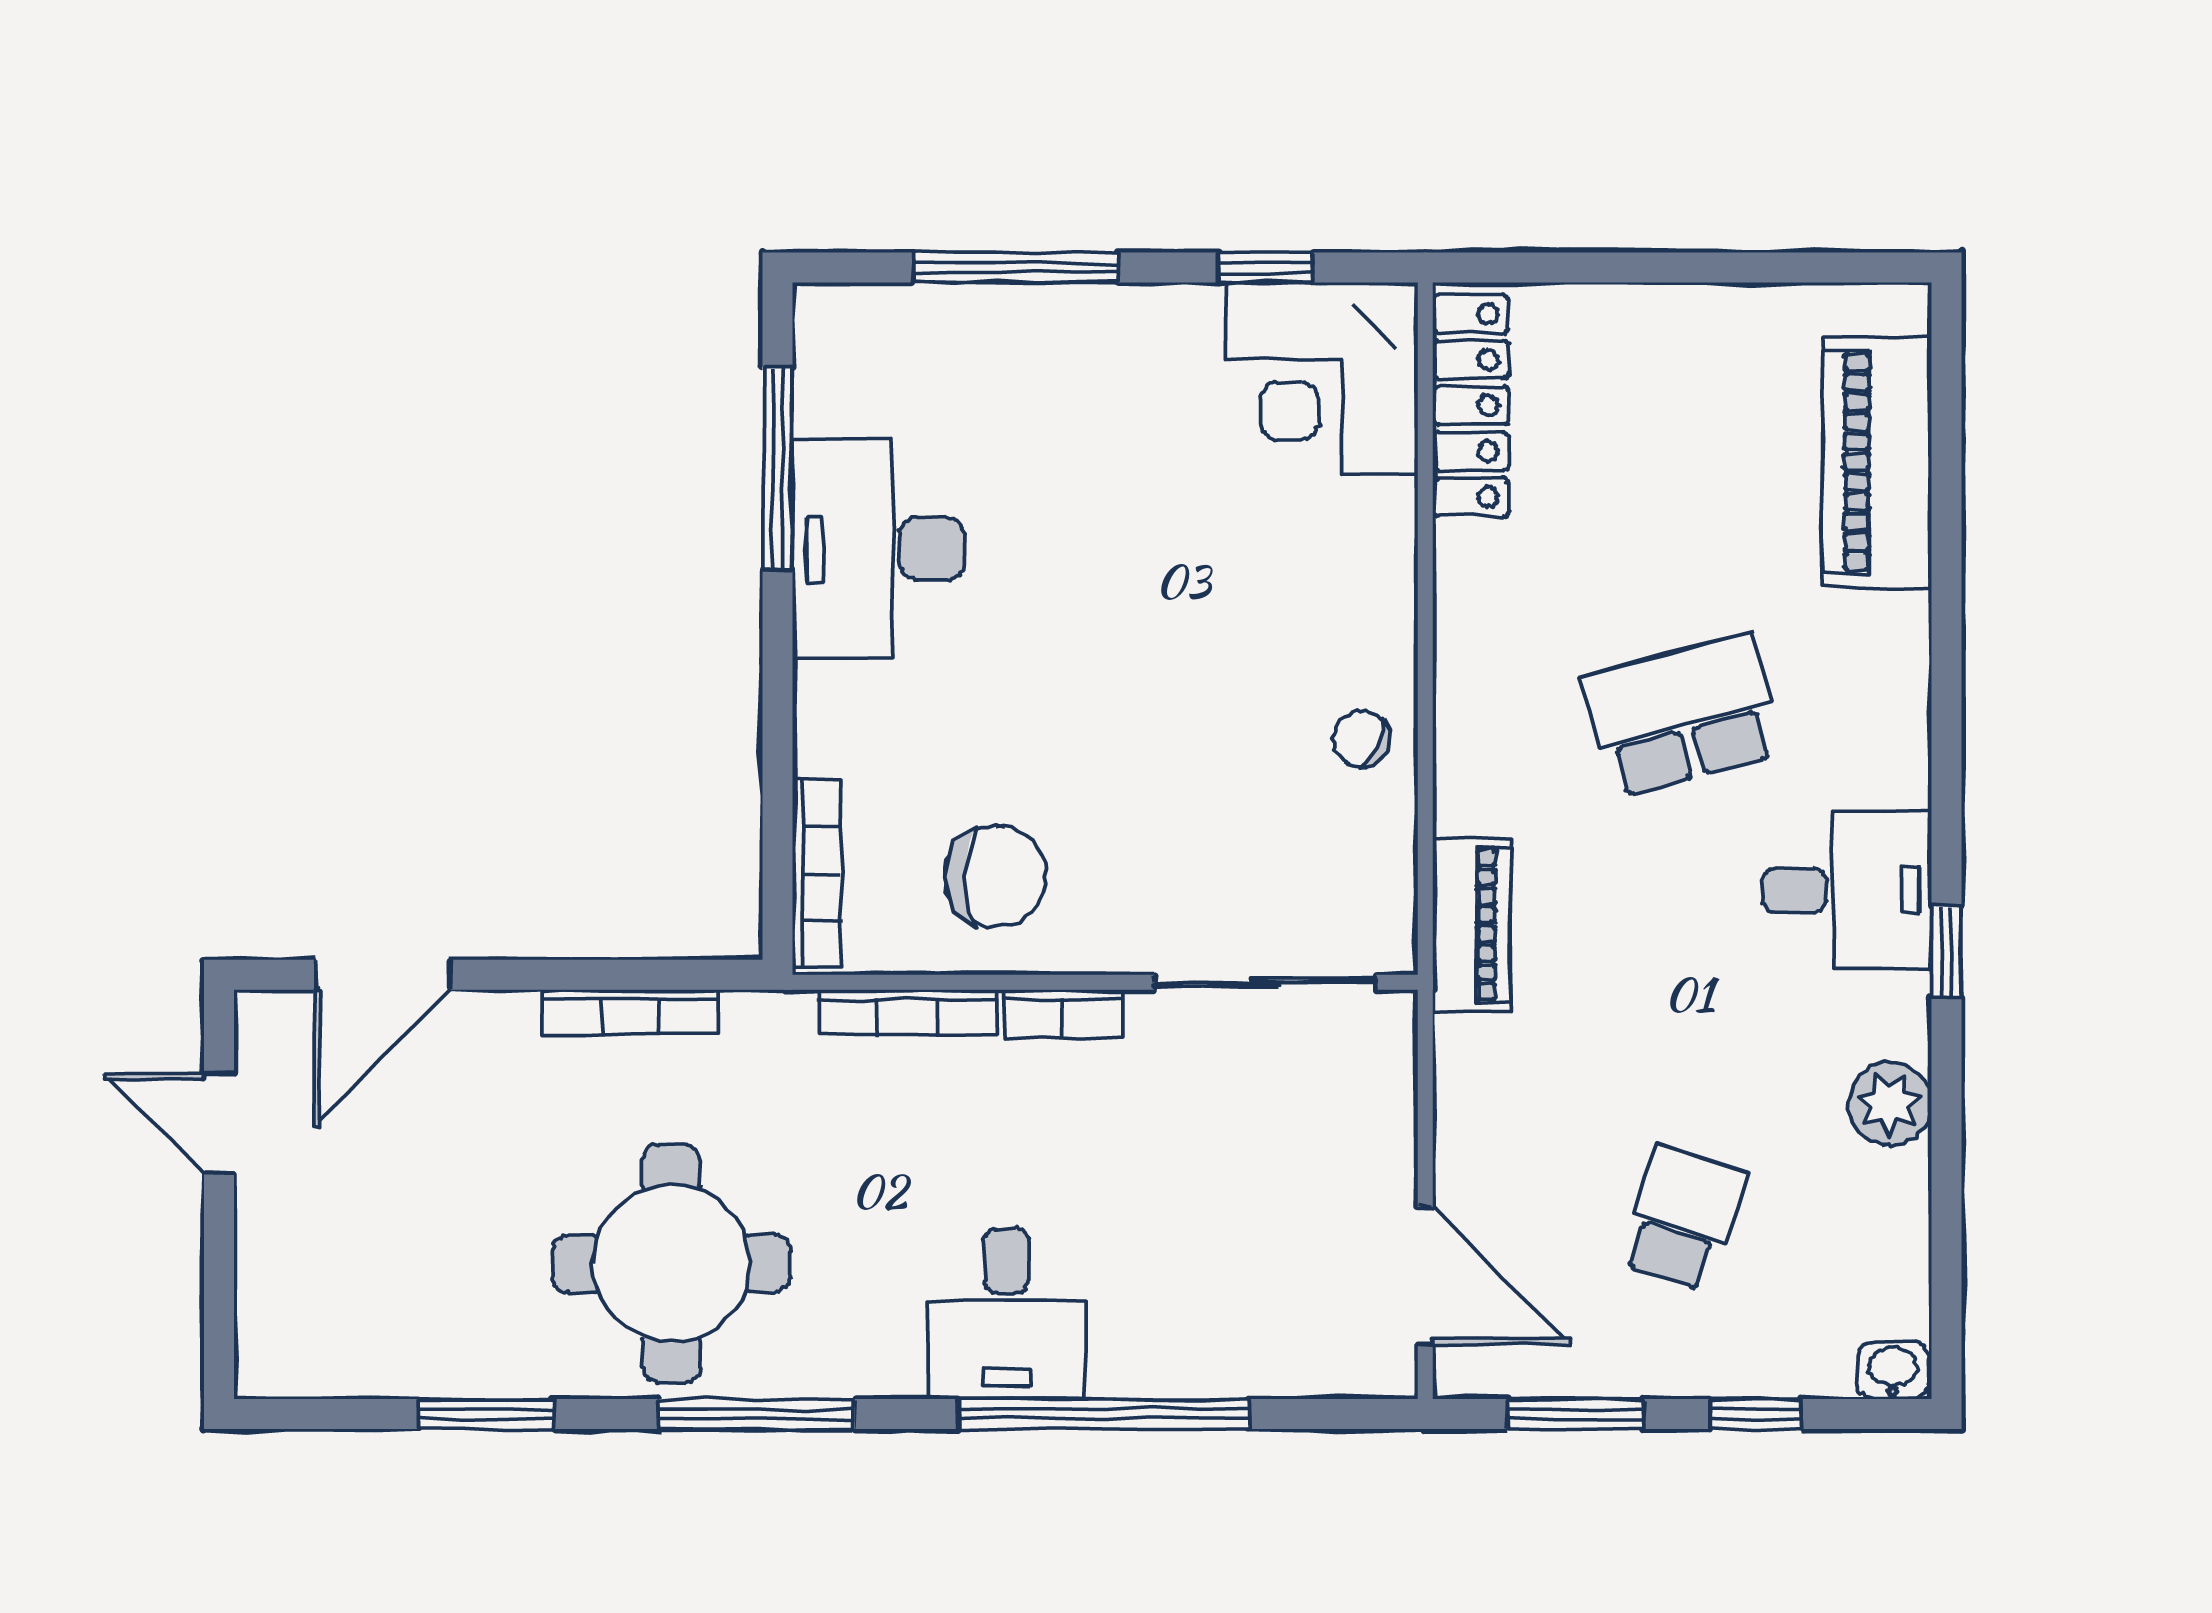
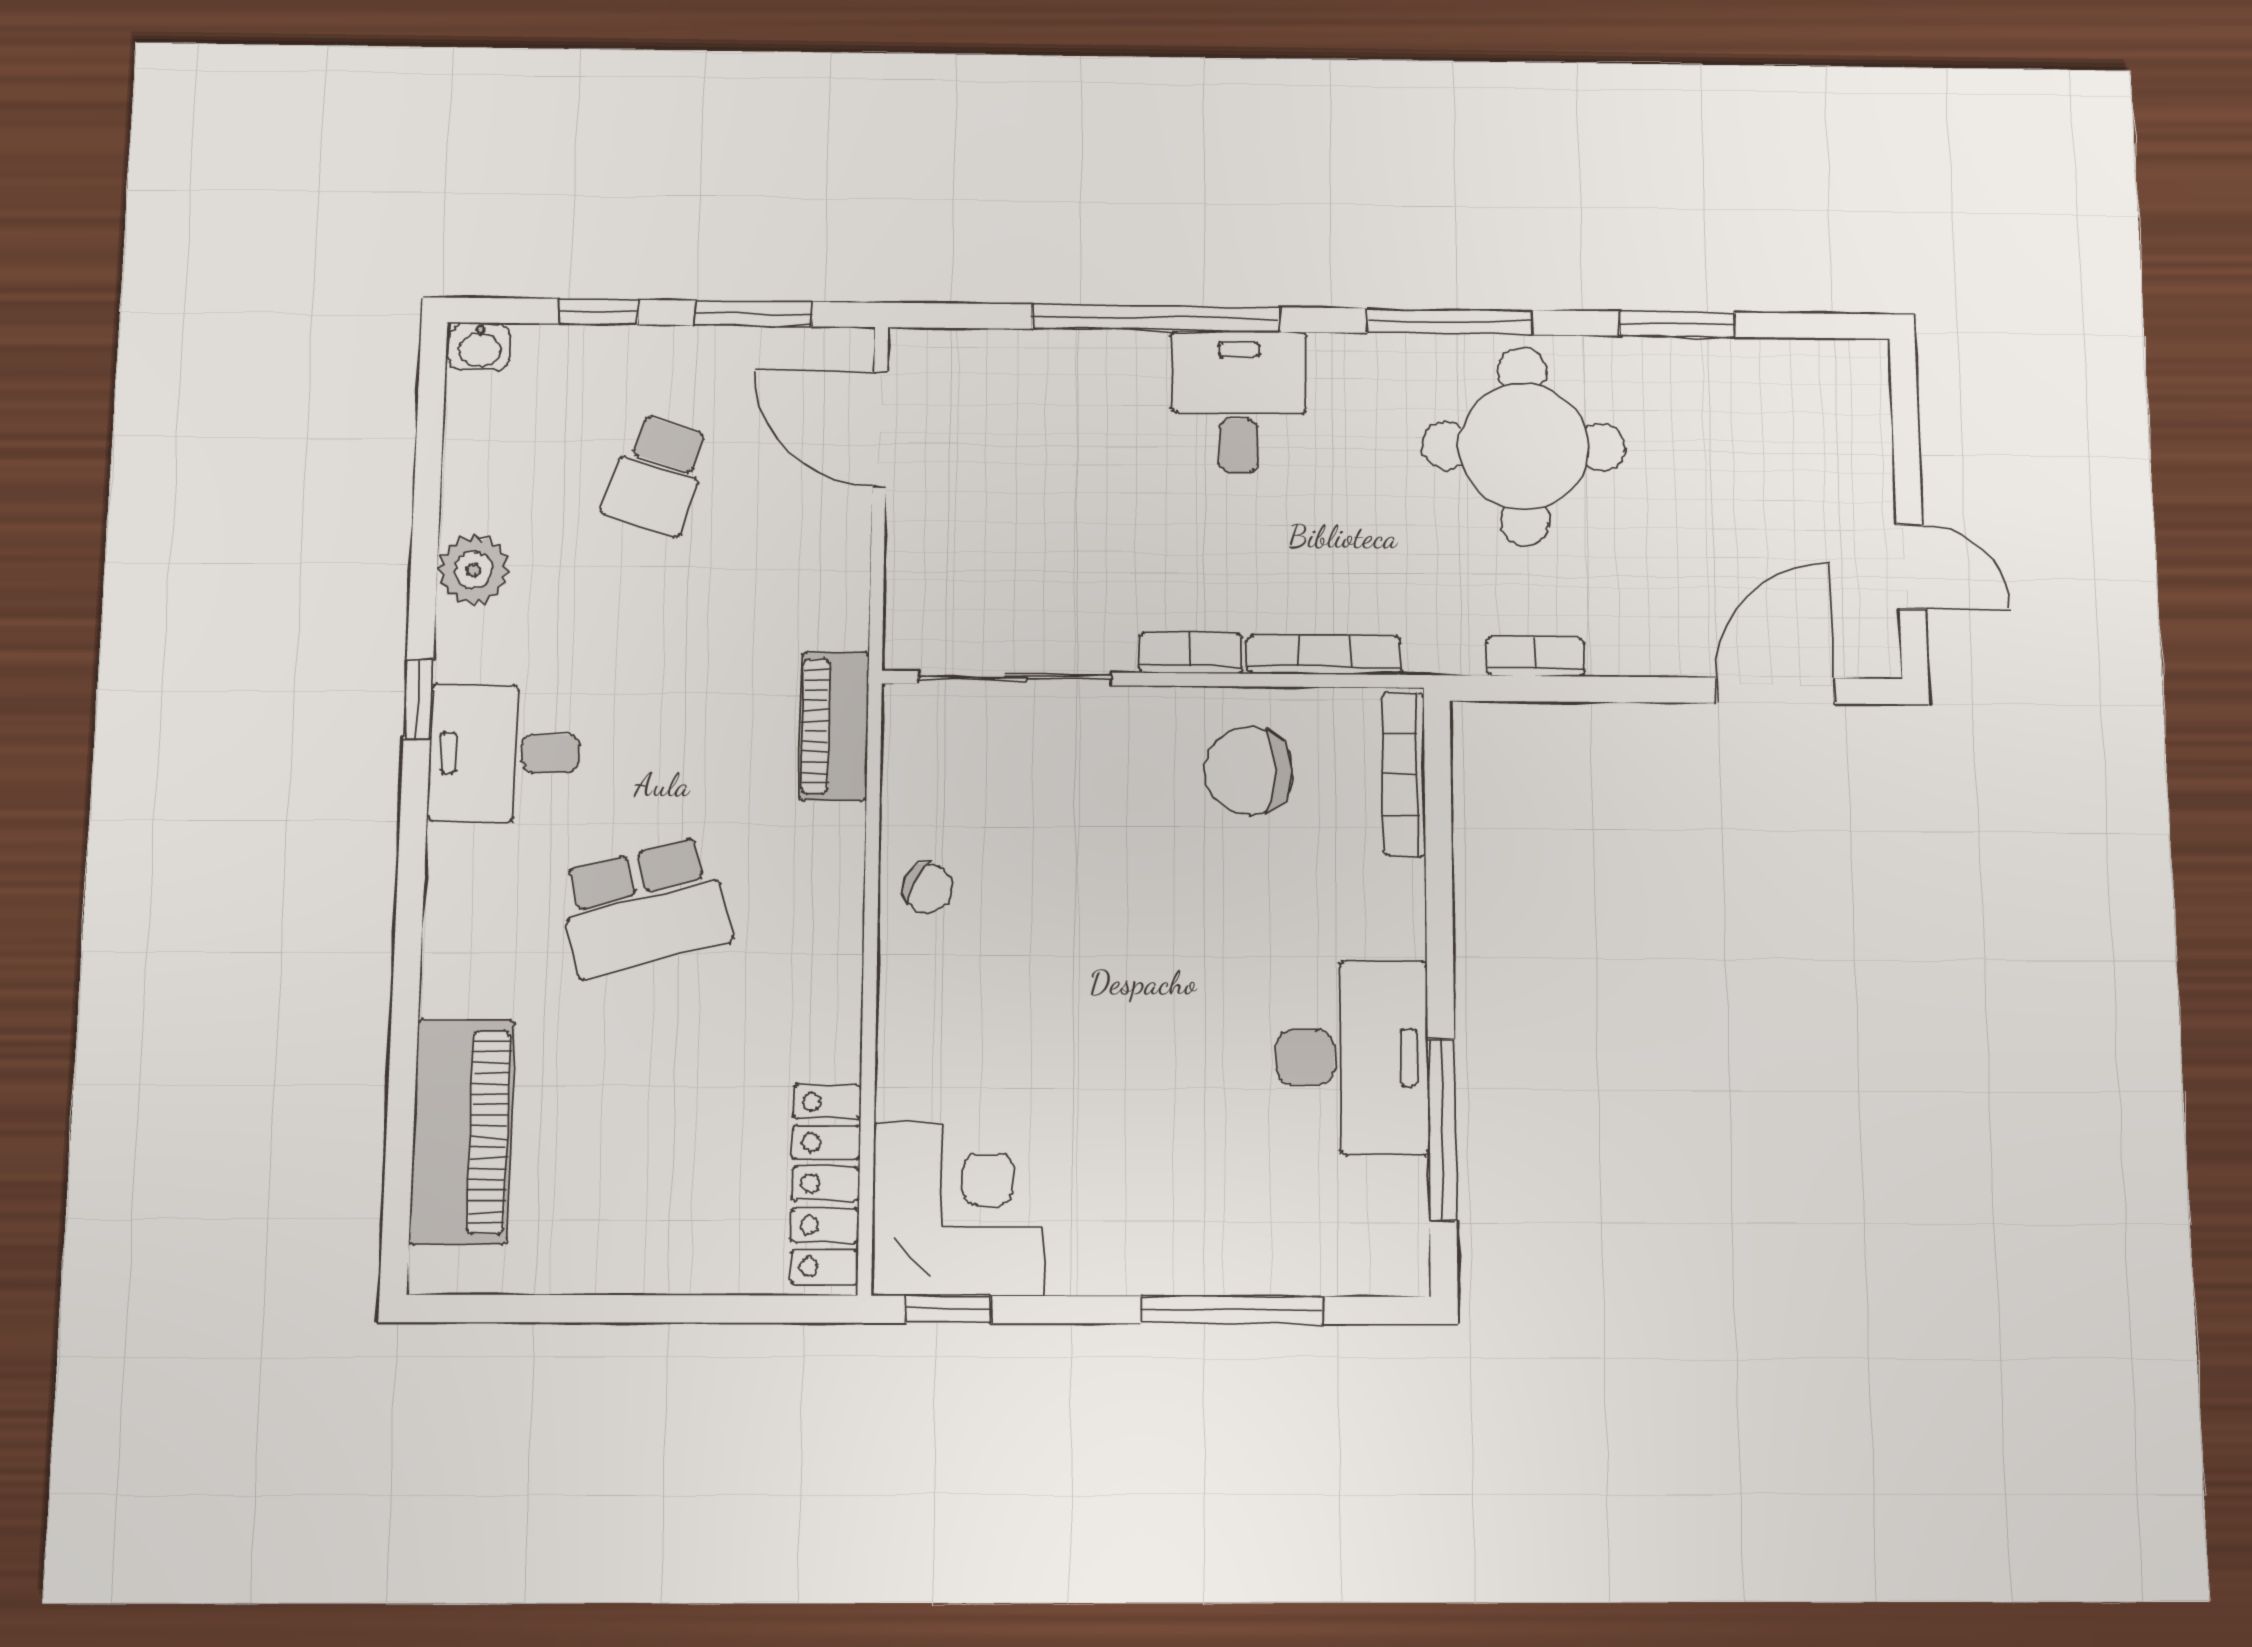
window: (1266, 267) -> (948, 1309), moved
bookcase: (630, 1012) -> (1535, 657), width x0.64

